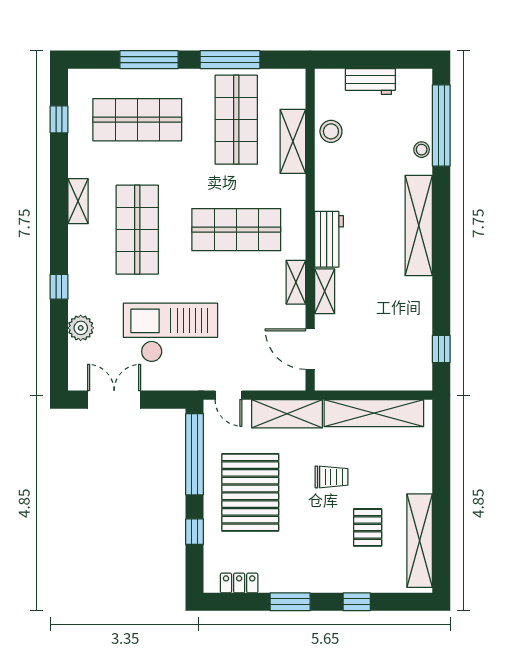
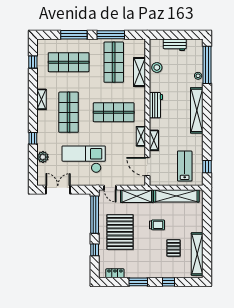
workbench: (329, 239) -> (156, 105), moved
lab bench: (392, 348) -> (185, 166), added

